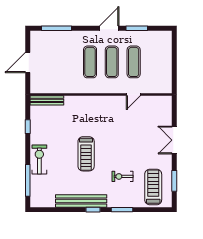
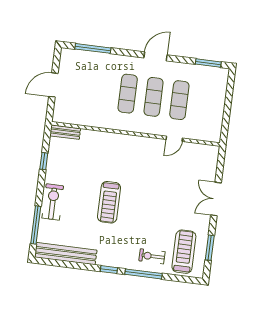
window: (137, 28) -> (208, 63), moved
bench: (47, 100) -> (65, 132), width x0.73
exercise bike: (123, 176) -> (152, 256), moved
bench: (81, 201) -> (66, 254), moved
window: (122, 210) -> (143, 274), width x1.44

